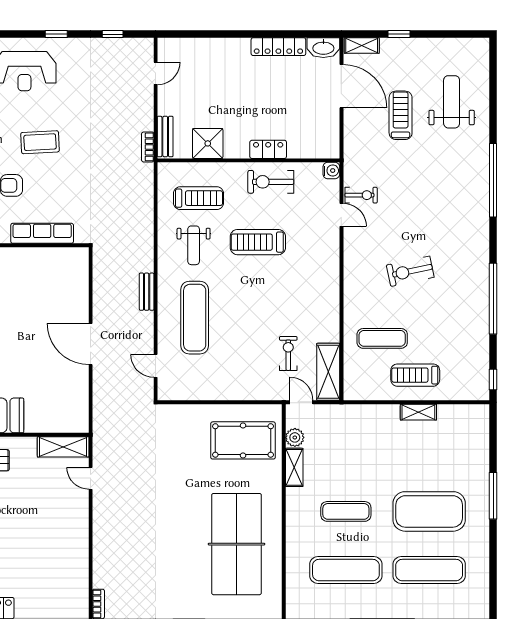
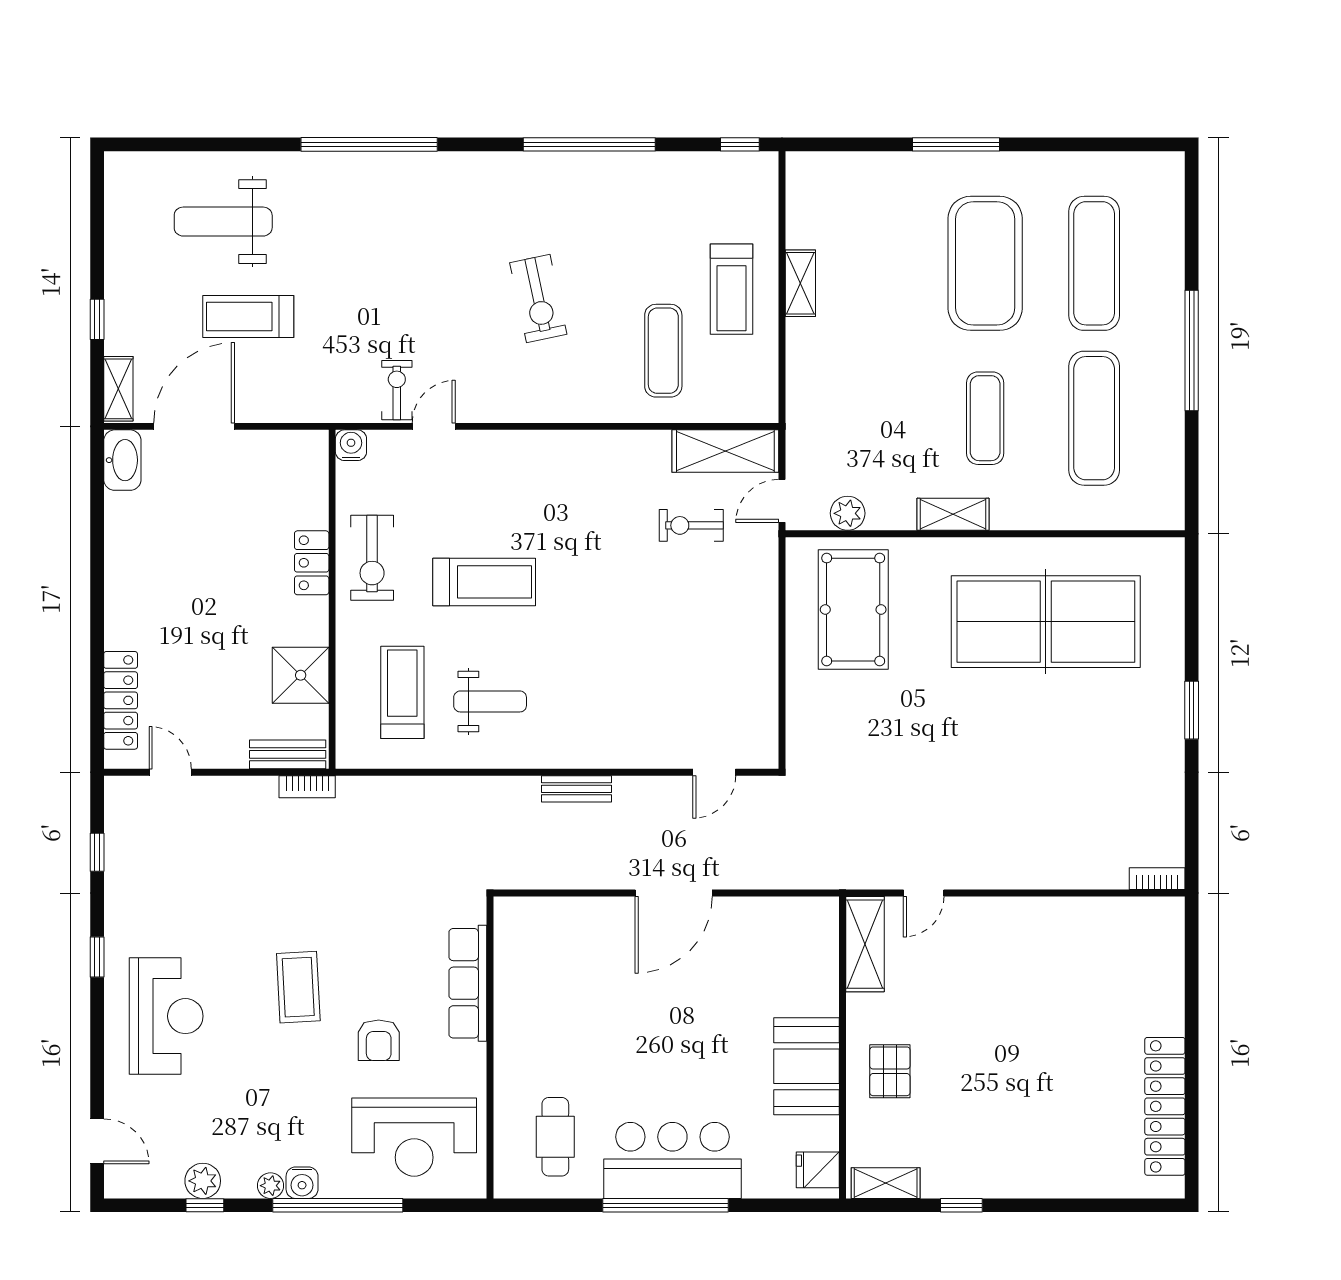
locker: (278, 47) -> (121, 700), moved
treadmill: (258, 242) -> (484, 582), turned -90
exercise mat: (195, 318) -> (625, 699), removed
shelving: (294, 467) -> (953, 514), moved

